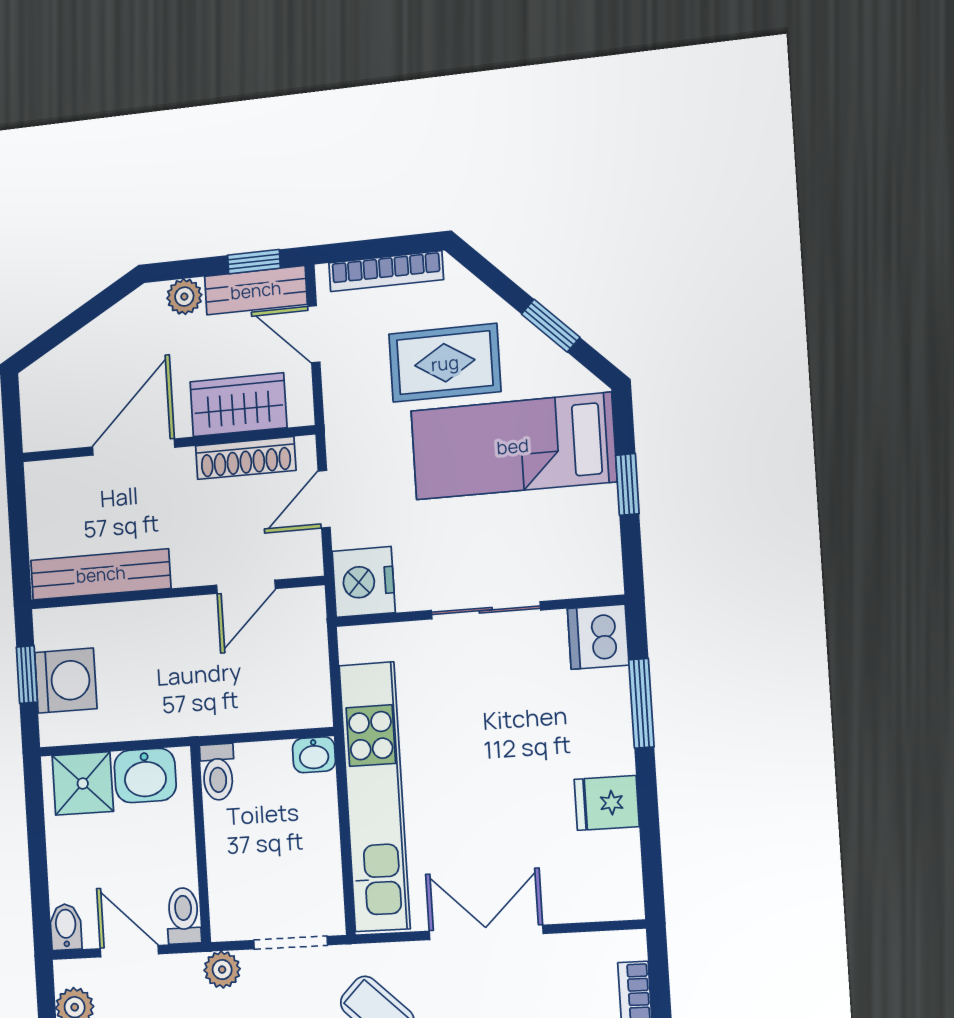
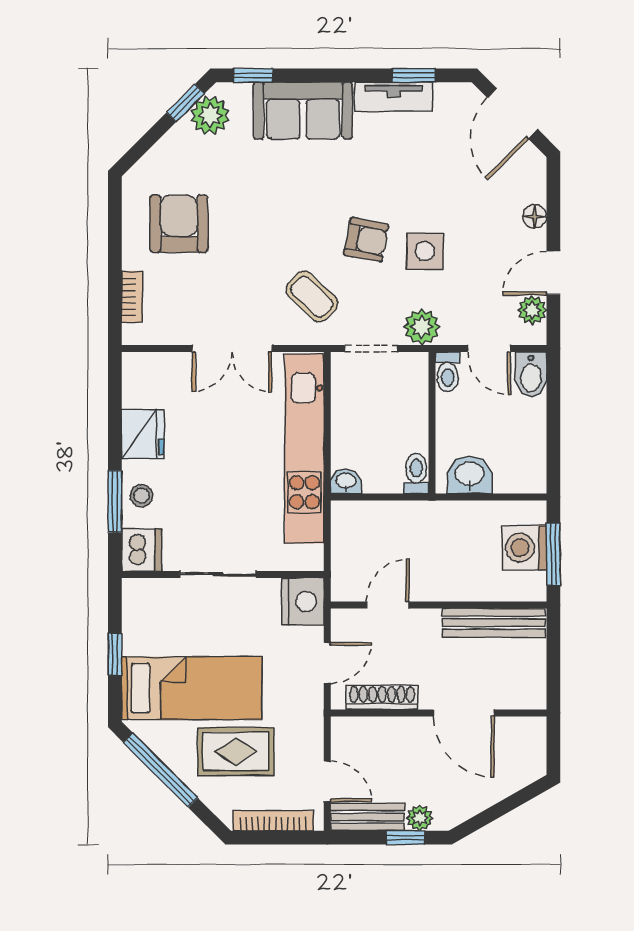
window: (254, 262) -> (405, 838), moved
window: (551, 326) -> (160, 770), width x2.17
wardrobe: (238, 405) -> (385, 736), removed
door: (134, 447) -> (464, 713), hinge flipped
window: (27, 675) -> (553, 554), width x1.50
stool: (603, 714) -> (142, 496), added
shower: (83, 783) -> (516, 472), removed
fridge: (607, 803) -> (143, 434), width x1.38
bidet: (66, 927) -> (531, 375), width x1.38, depth x1.36
plant: (222, 970) -> (422, 327), width x1.38, depth x1.38

